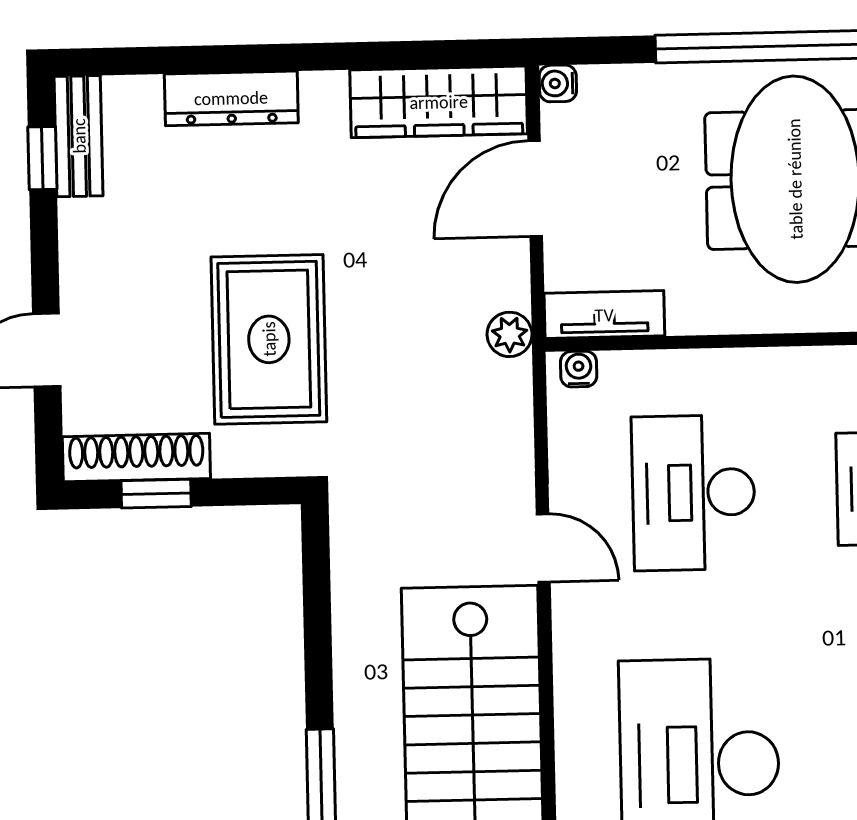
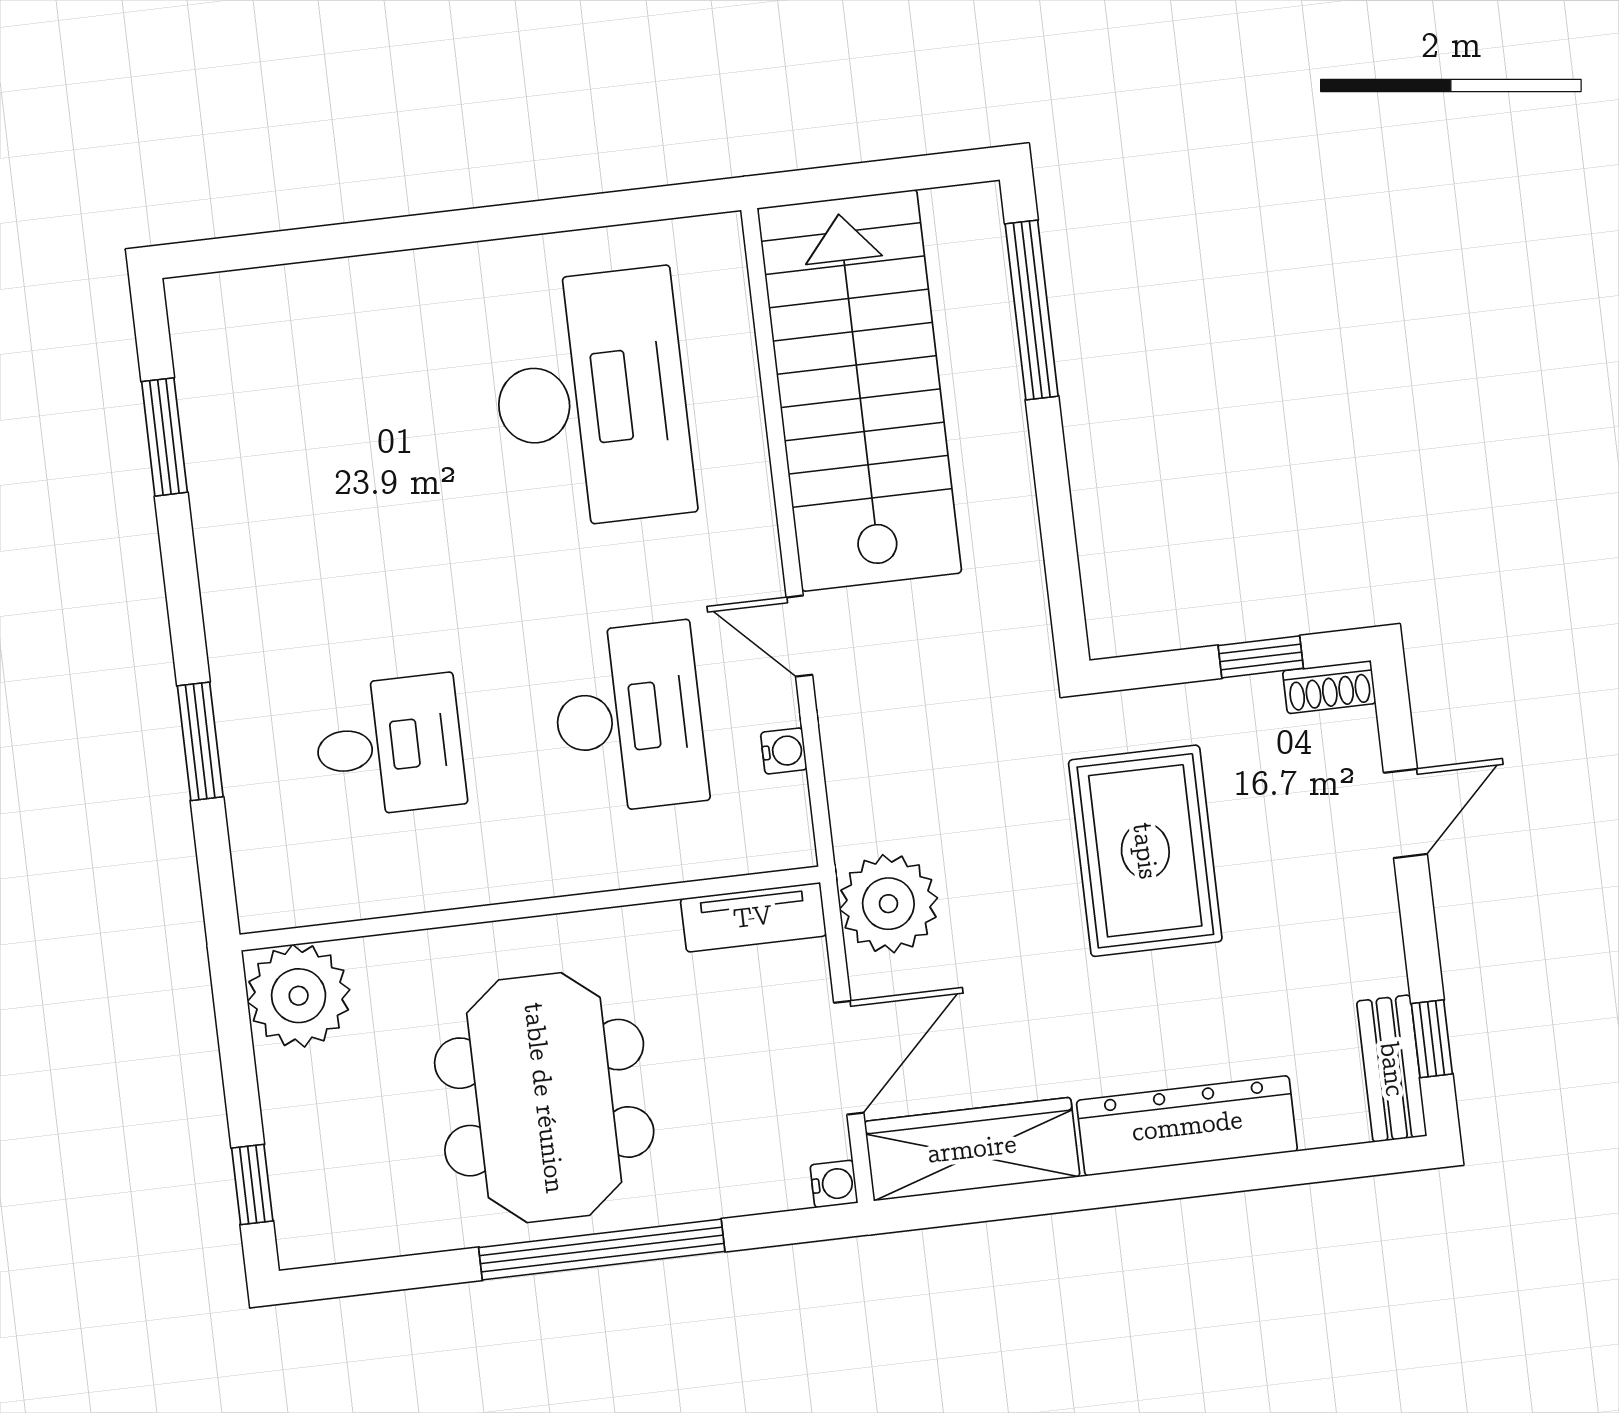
dresser: (231, 98) -> (1187, 1126), width x1.37, depth x1.24
plant: (510, 334) -> (888, 904), width x1.88, depth x1.88
water cooler: (579, 369) -> (784, 751), moved, turned -90
shoe rack: (136, 458) -> (1329, 687), width x0.51, depth x0.81

